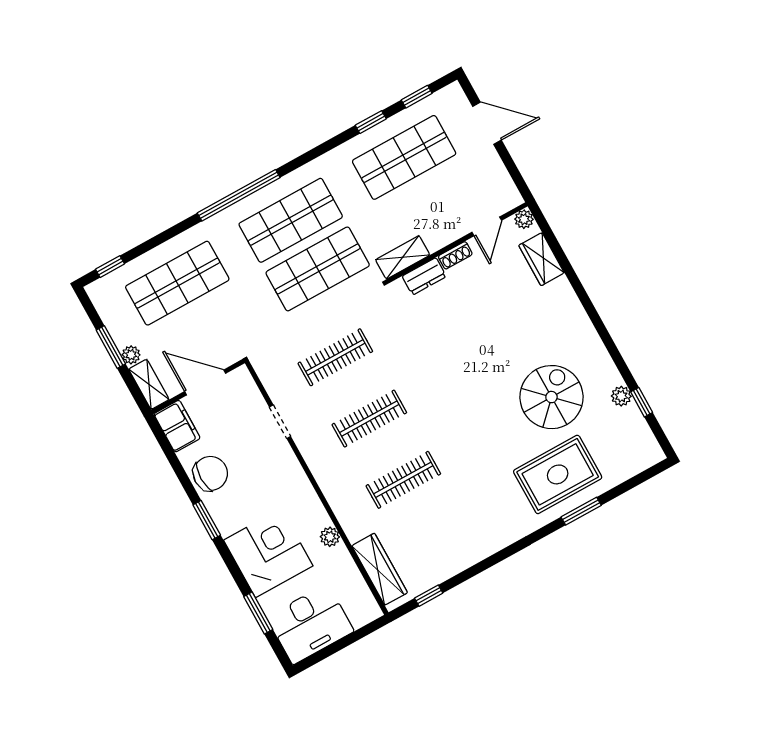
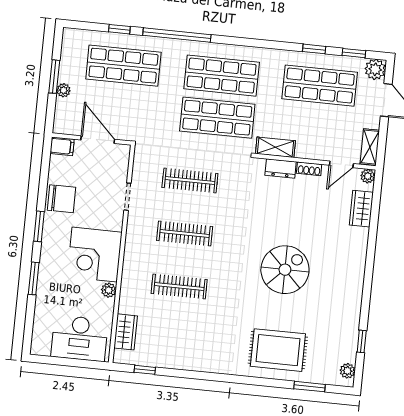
plant: (452, 98) -> (375, 69), added
window: (239, 195) -> (177, 35), moved
window: (110, 267) -> (119, 29), moved
shelving: (149, 384) -> (370, 147), moved
plant: (621, 396) -> (347, 371), moved
spiral stairs: (552, 397) -> (285, 270), moved
filing cabinet: (177, 426) -> (62, 146), width x0.50
window: (581, 511) -> (310, 387), moved
corner desk: (268, 553) -> (95, 255), moved, turned 180
wardrobe: (380, 569) -> (126, 332), width x0.67
window: (258, 613) -> (34, 278), moved
desk: (310, 624) -> (79, 338), moved

